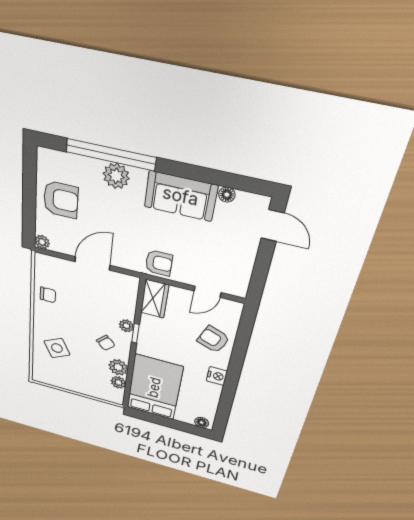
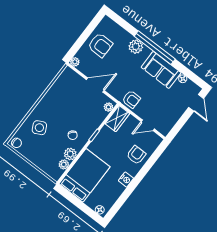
window: (111, 155) -> (155, 48), moved
chair: (48, 295) -> (17, 143), moved
plant: (126, 326) -> (108, 107), moved
armchair: (213, 339) -> (136, 155), turned 69

